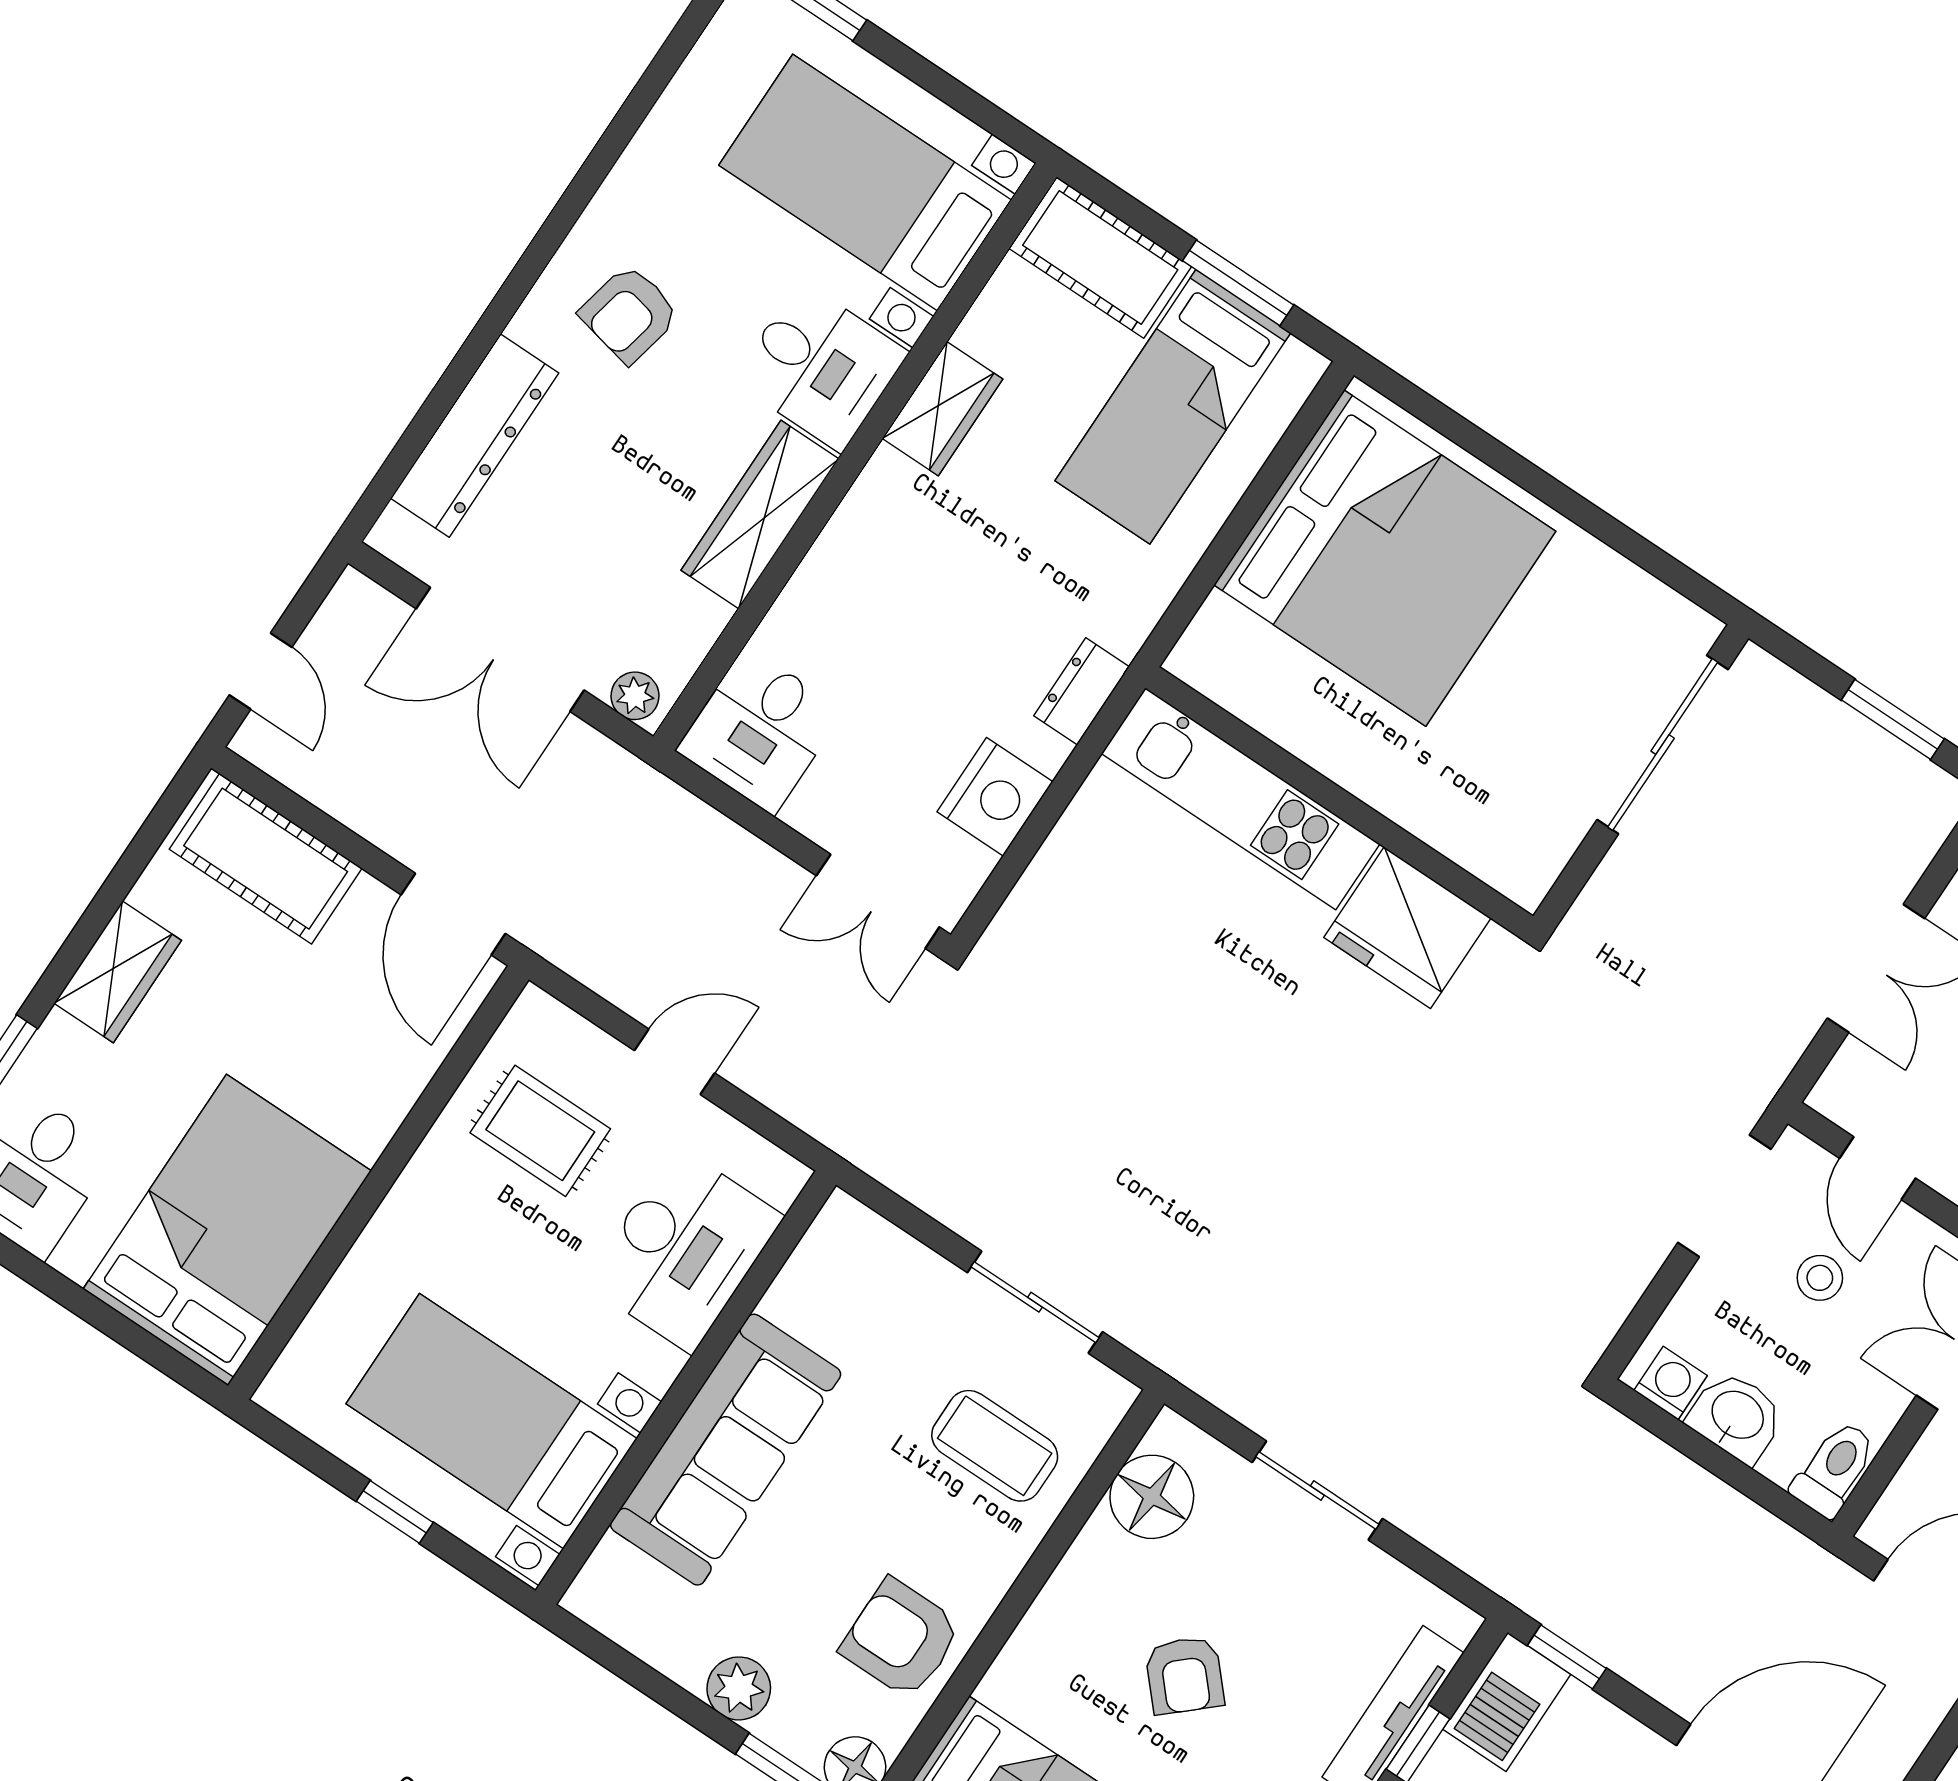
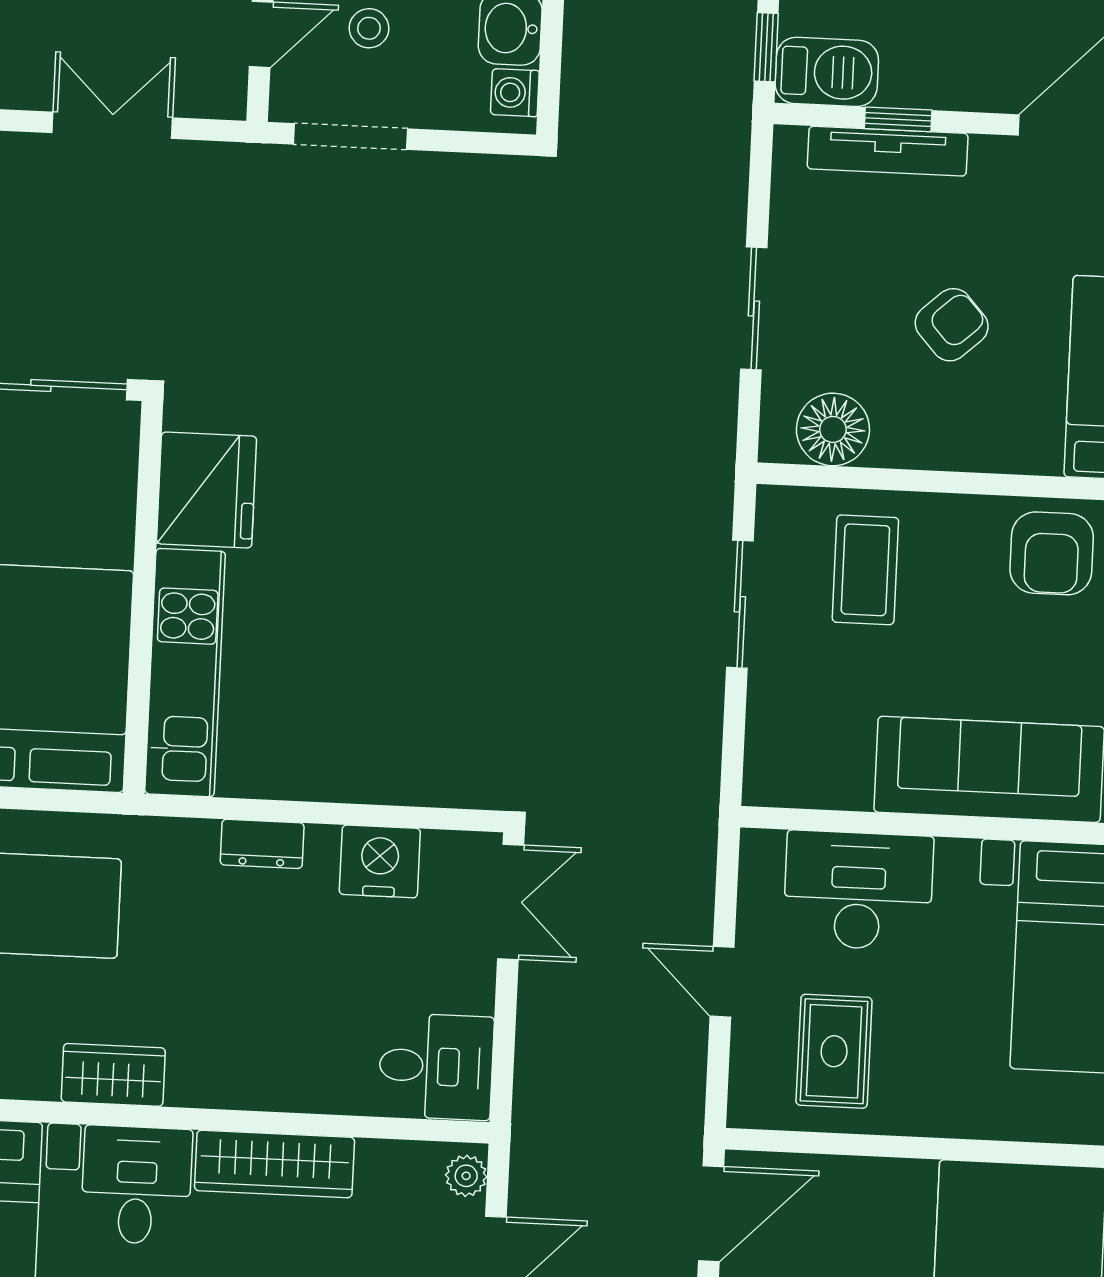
kitchen unit: (1241, 799) -> (185, 673), moved
wall: (1339, 802) -> (143, 597), moved
fridge: (1407, 928) -> (207, 490), moved

